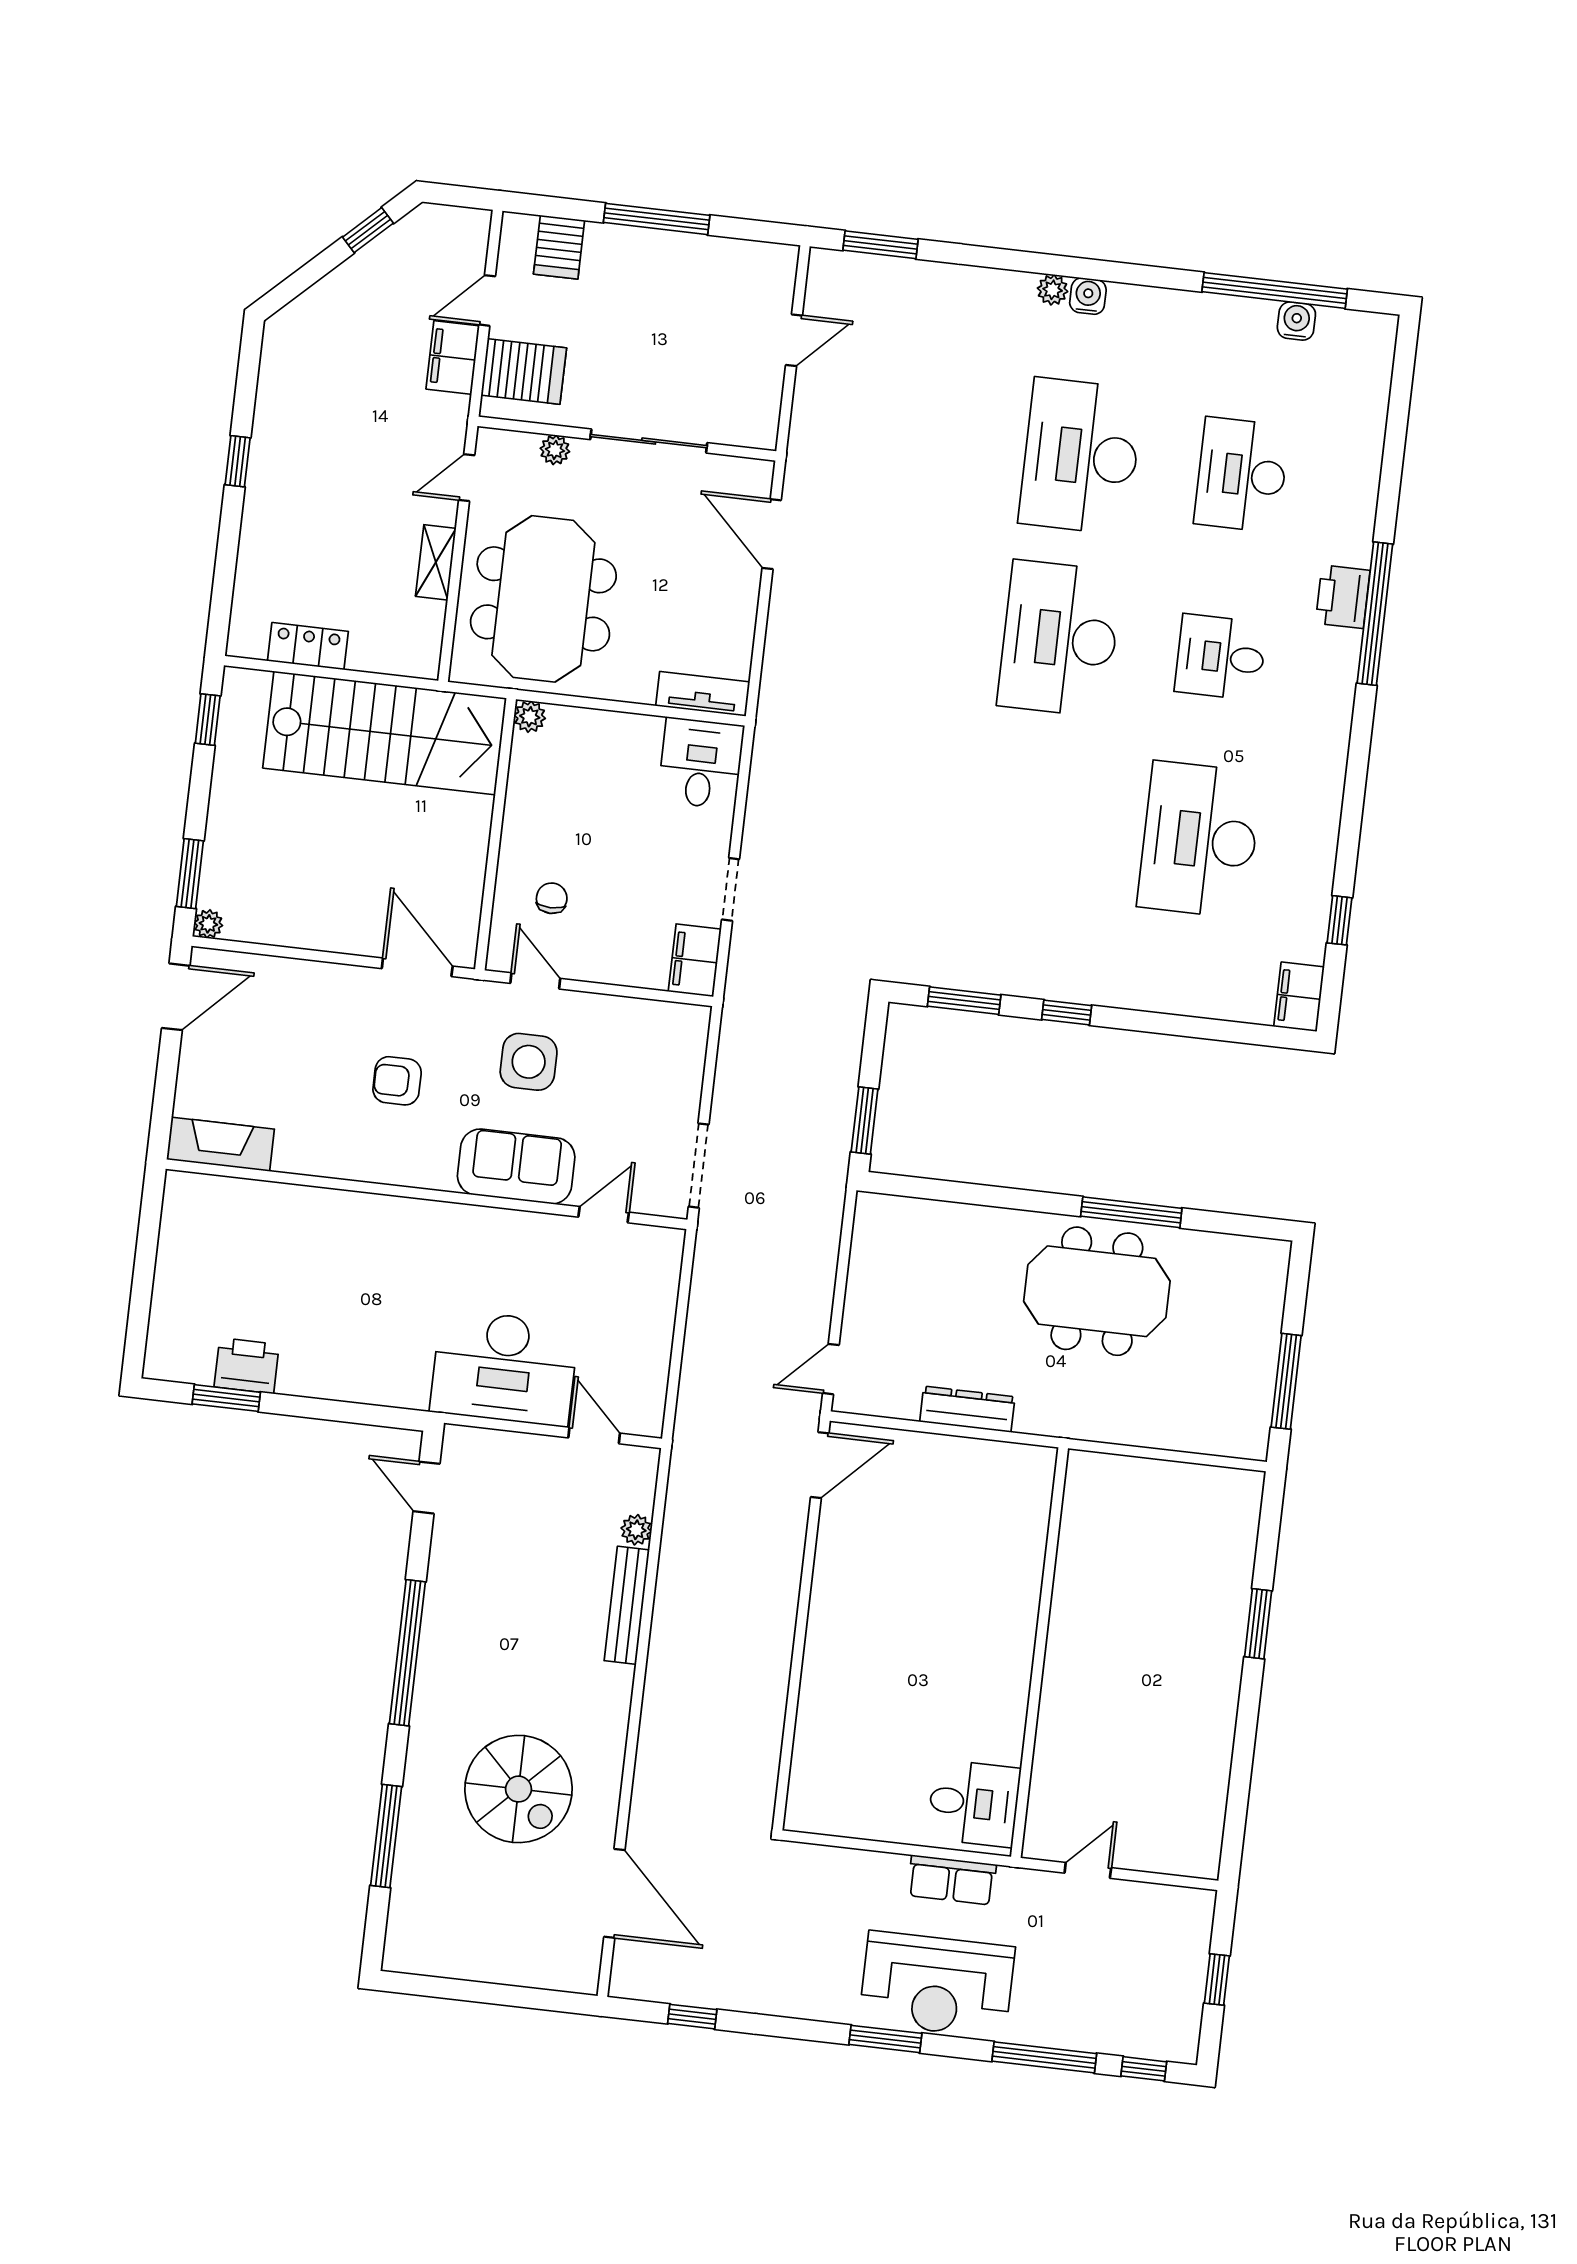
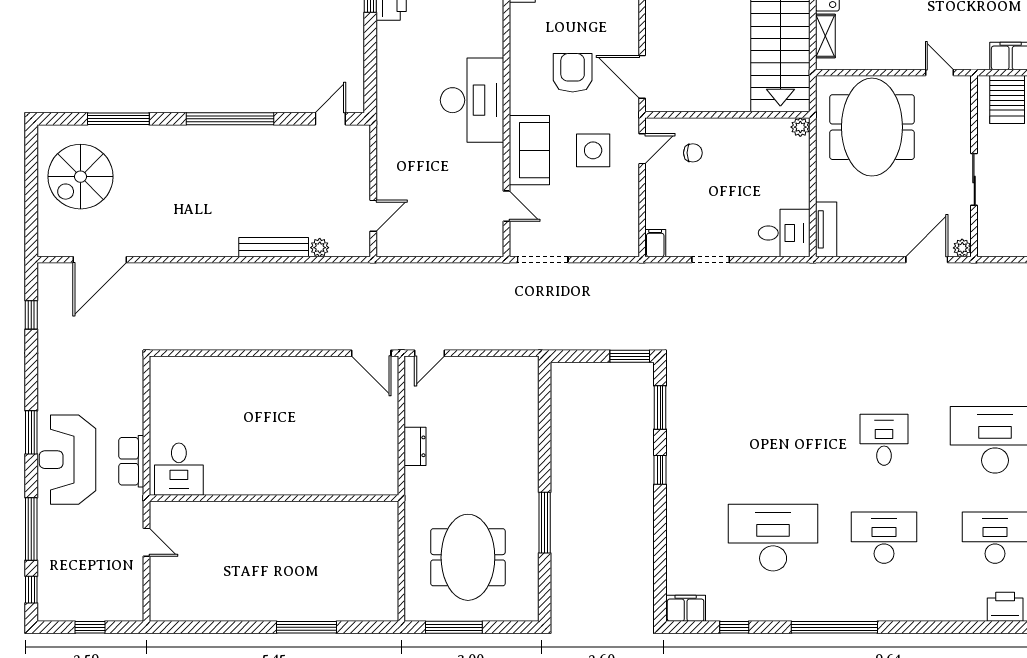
sliding door: (649, 441) -> (974, 179), width x0.73
plant: (555, 450) -> (962, 248), moved
shelving: (436, 562) -> (825, 36), moved, turned 90
printer: (1343, 597) -> (1005, 607), moved
meeting table: (543, 599) -> (872, 127), turned 90
window: (1375, 614) -> (834, 627), moved
desk: (1060, 639) -> (884, 440), width x0.53, depth x0.77
desk: (1221, 657) -> (884, 538), width x1.37
filing cabinet: (695, 960) -> (655, 243), width x0.50
door: (417, 967) -> (642, 77), swing flipped
armchair: (397, 1081) -> (573, 73), width x1.38, depth x1.38
window: (865, 1120) -> (630, 356), moved
meeting table: (1097, 1291) -> (468, 557), moved
desk: (504, 1368) -> (472, 100), moved, turned 180
door: (831, 1369) -> (430, 353), swing flipped
dresser: (967, 1409) -> (415, 446), width x0.70
window: (1258, 1624) -> (306, 627), width x1.44
spiral stairs: (518, 1789) -> (81, 177), moved

